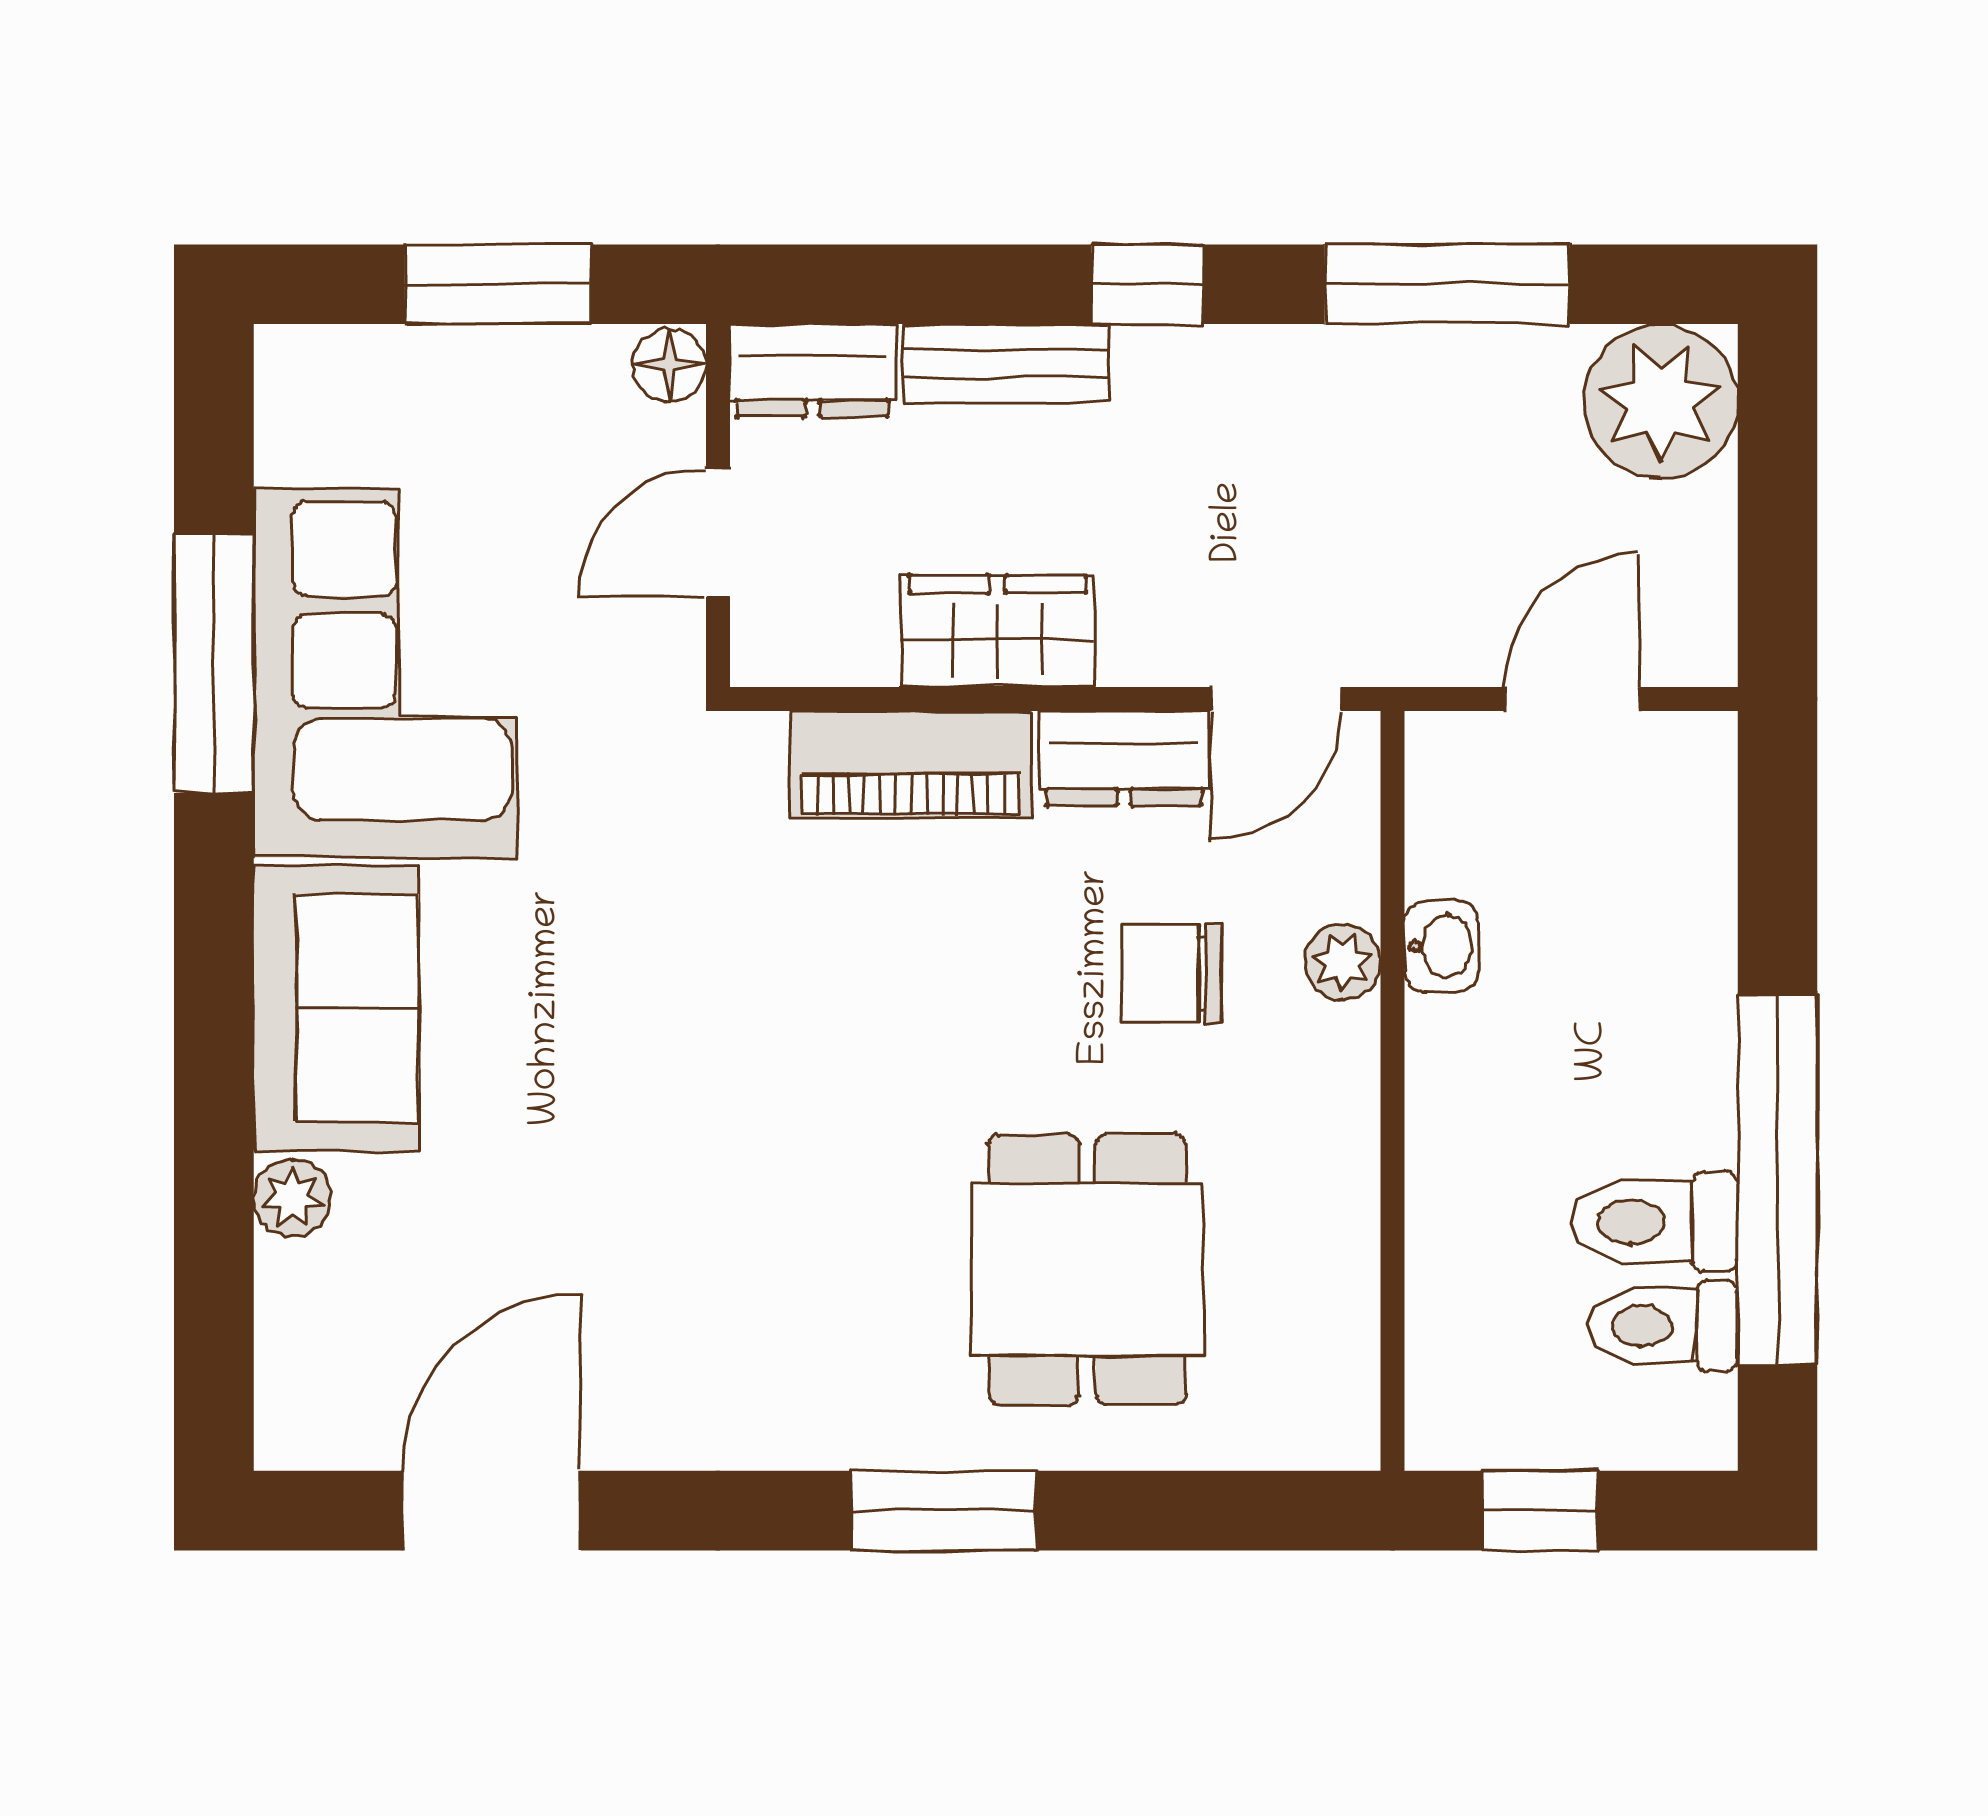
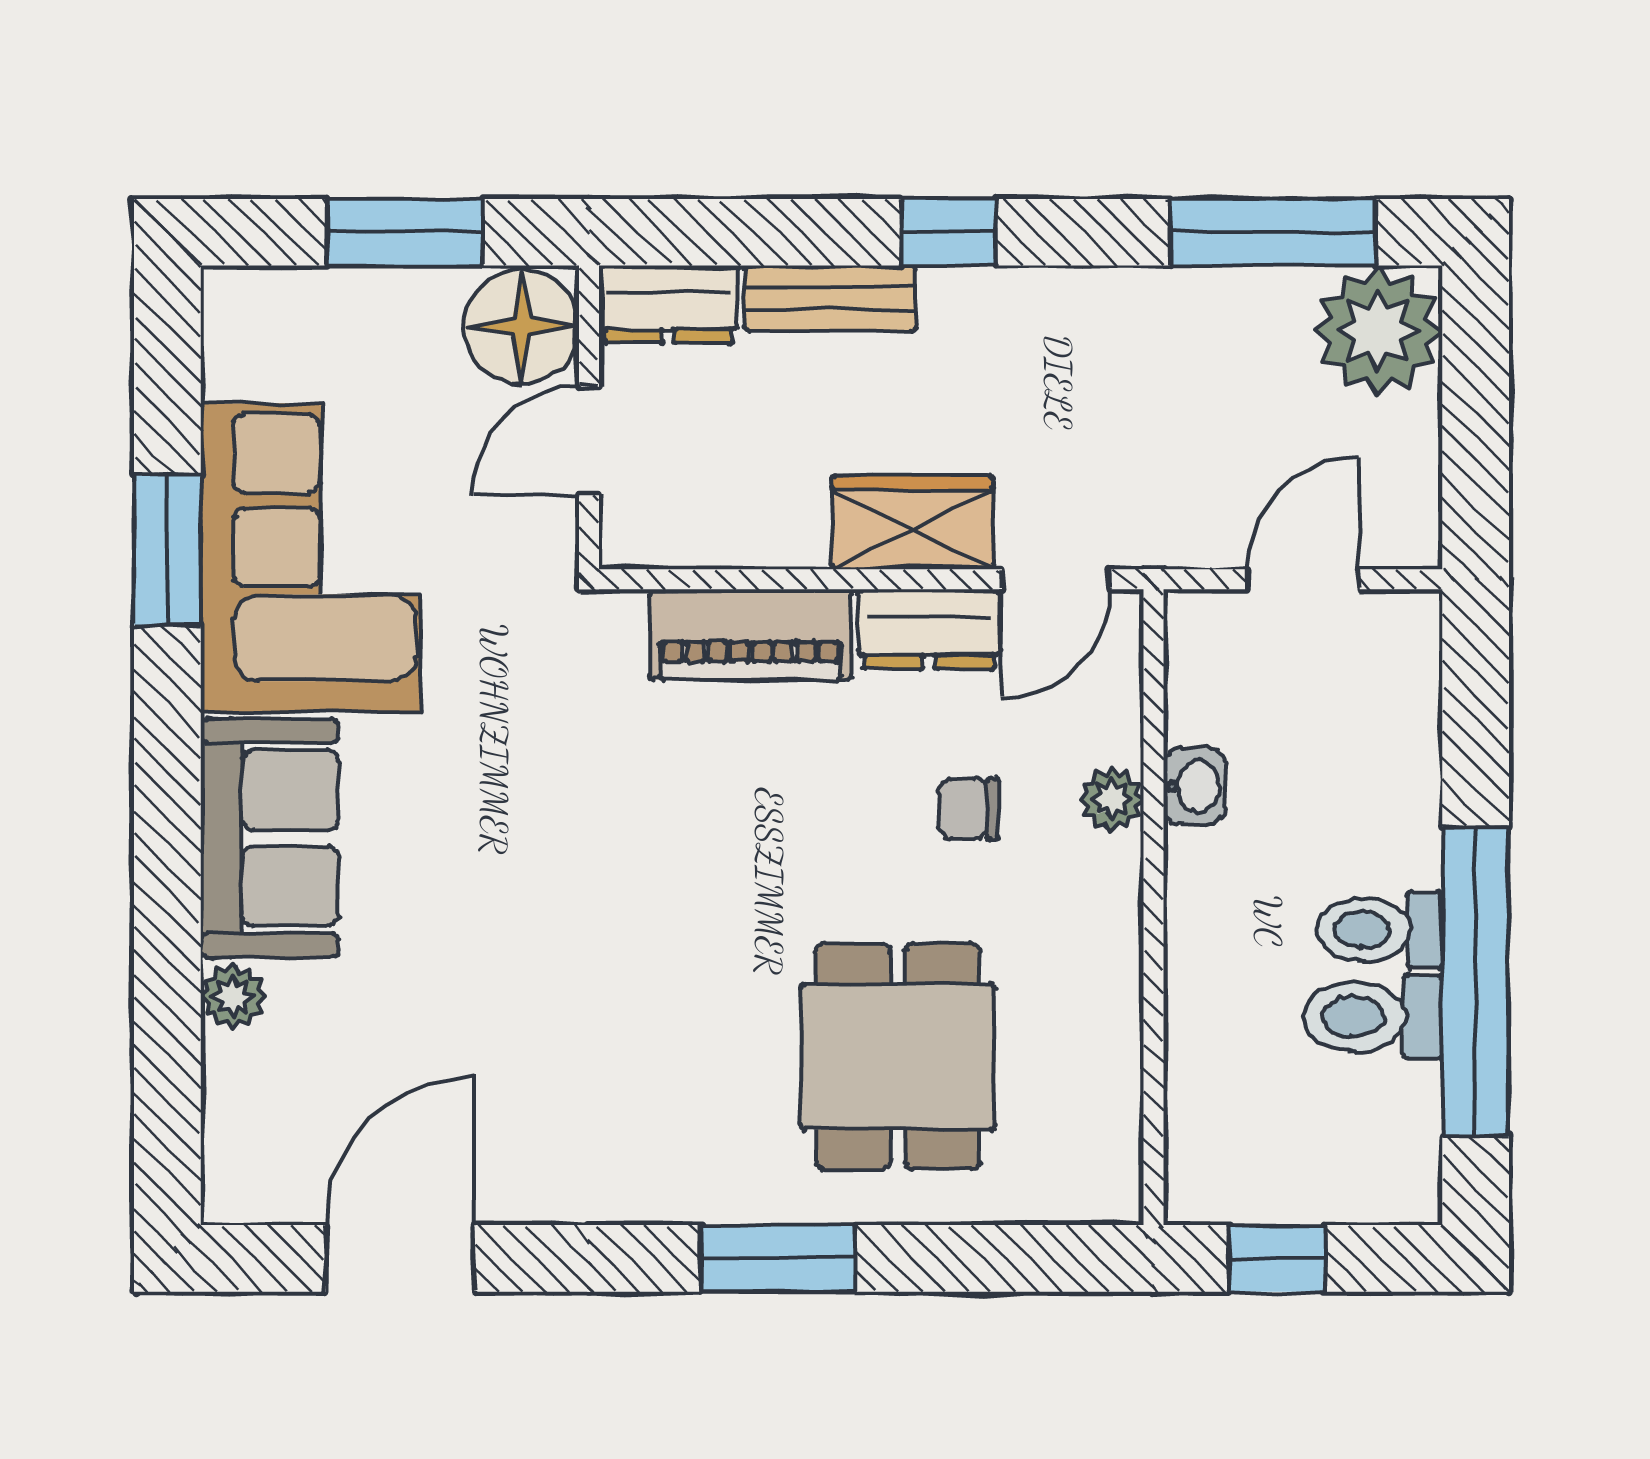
window: (1447, 284) -> (1273, 232), moved
floor lamp: (669, 365) -> (521, 327), width x1.89, depth x1.89
wardrobe: (997, 631) -> (912, 522), moved
window: (214, 663) -> (167, 549), width x0.69
chair: (1172, 973) -> (969, 809), width x0.73, depth x0.73
toilet: (1663, 1326) -> (1380, 930), moved

